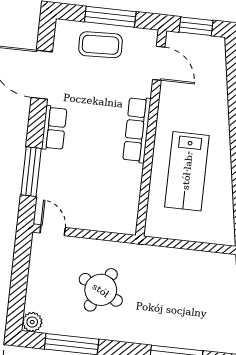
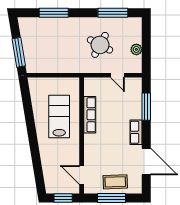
row of seats: (137, 130) -> (90, 115), moved
door: (53, 230) -> (117, 75), moved
plant: (32, 322) -> (136, 49), moved

